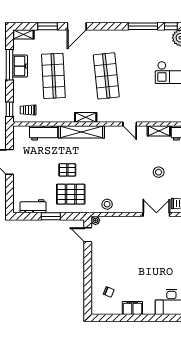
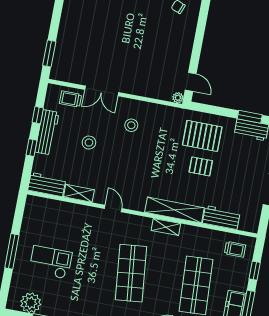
window: (10, 109) -> (255, 271), moved
stool: (107, 204) -> (131, 125), moved
window: (51, 216) -> (250, 117), moved

